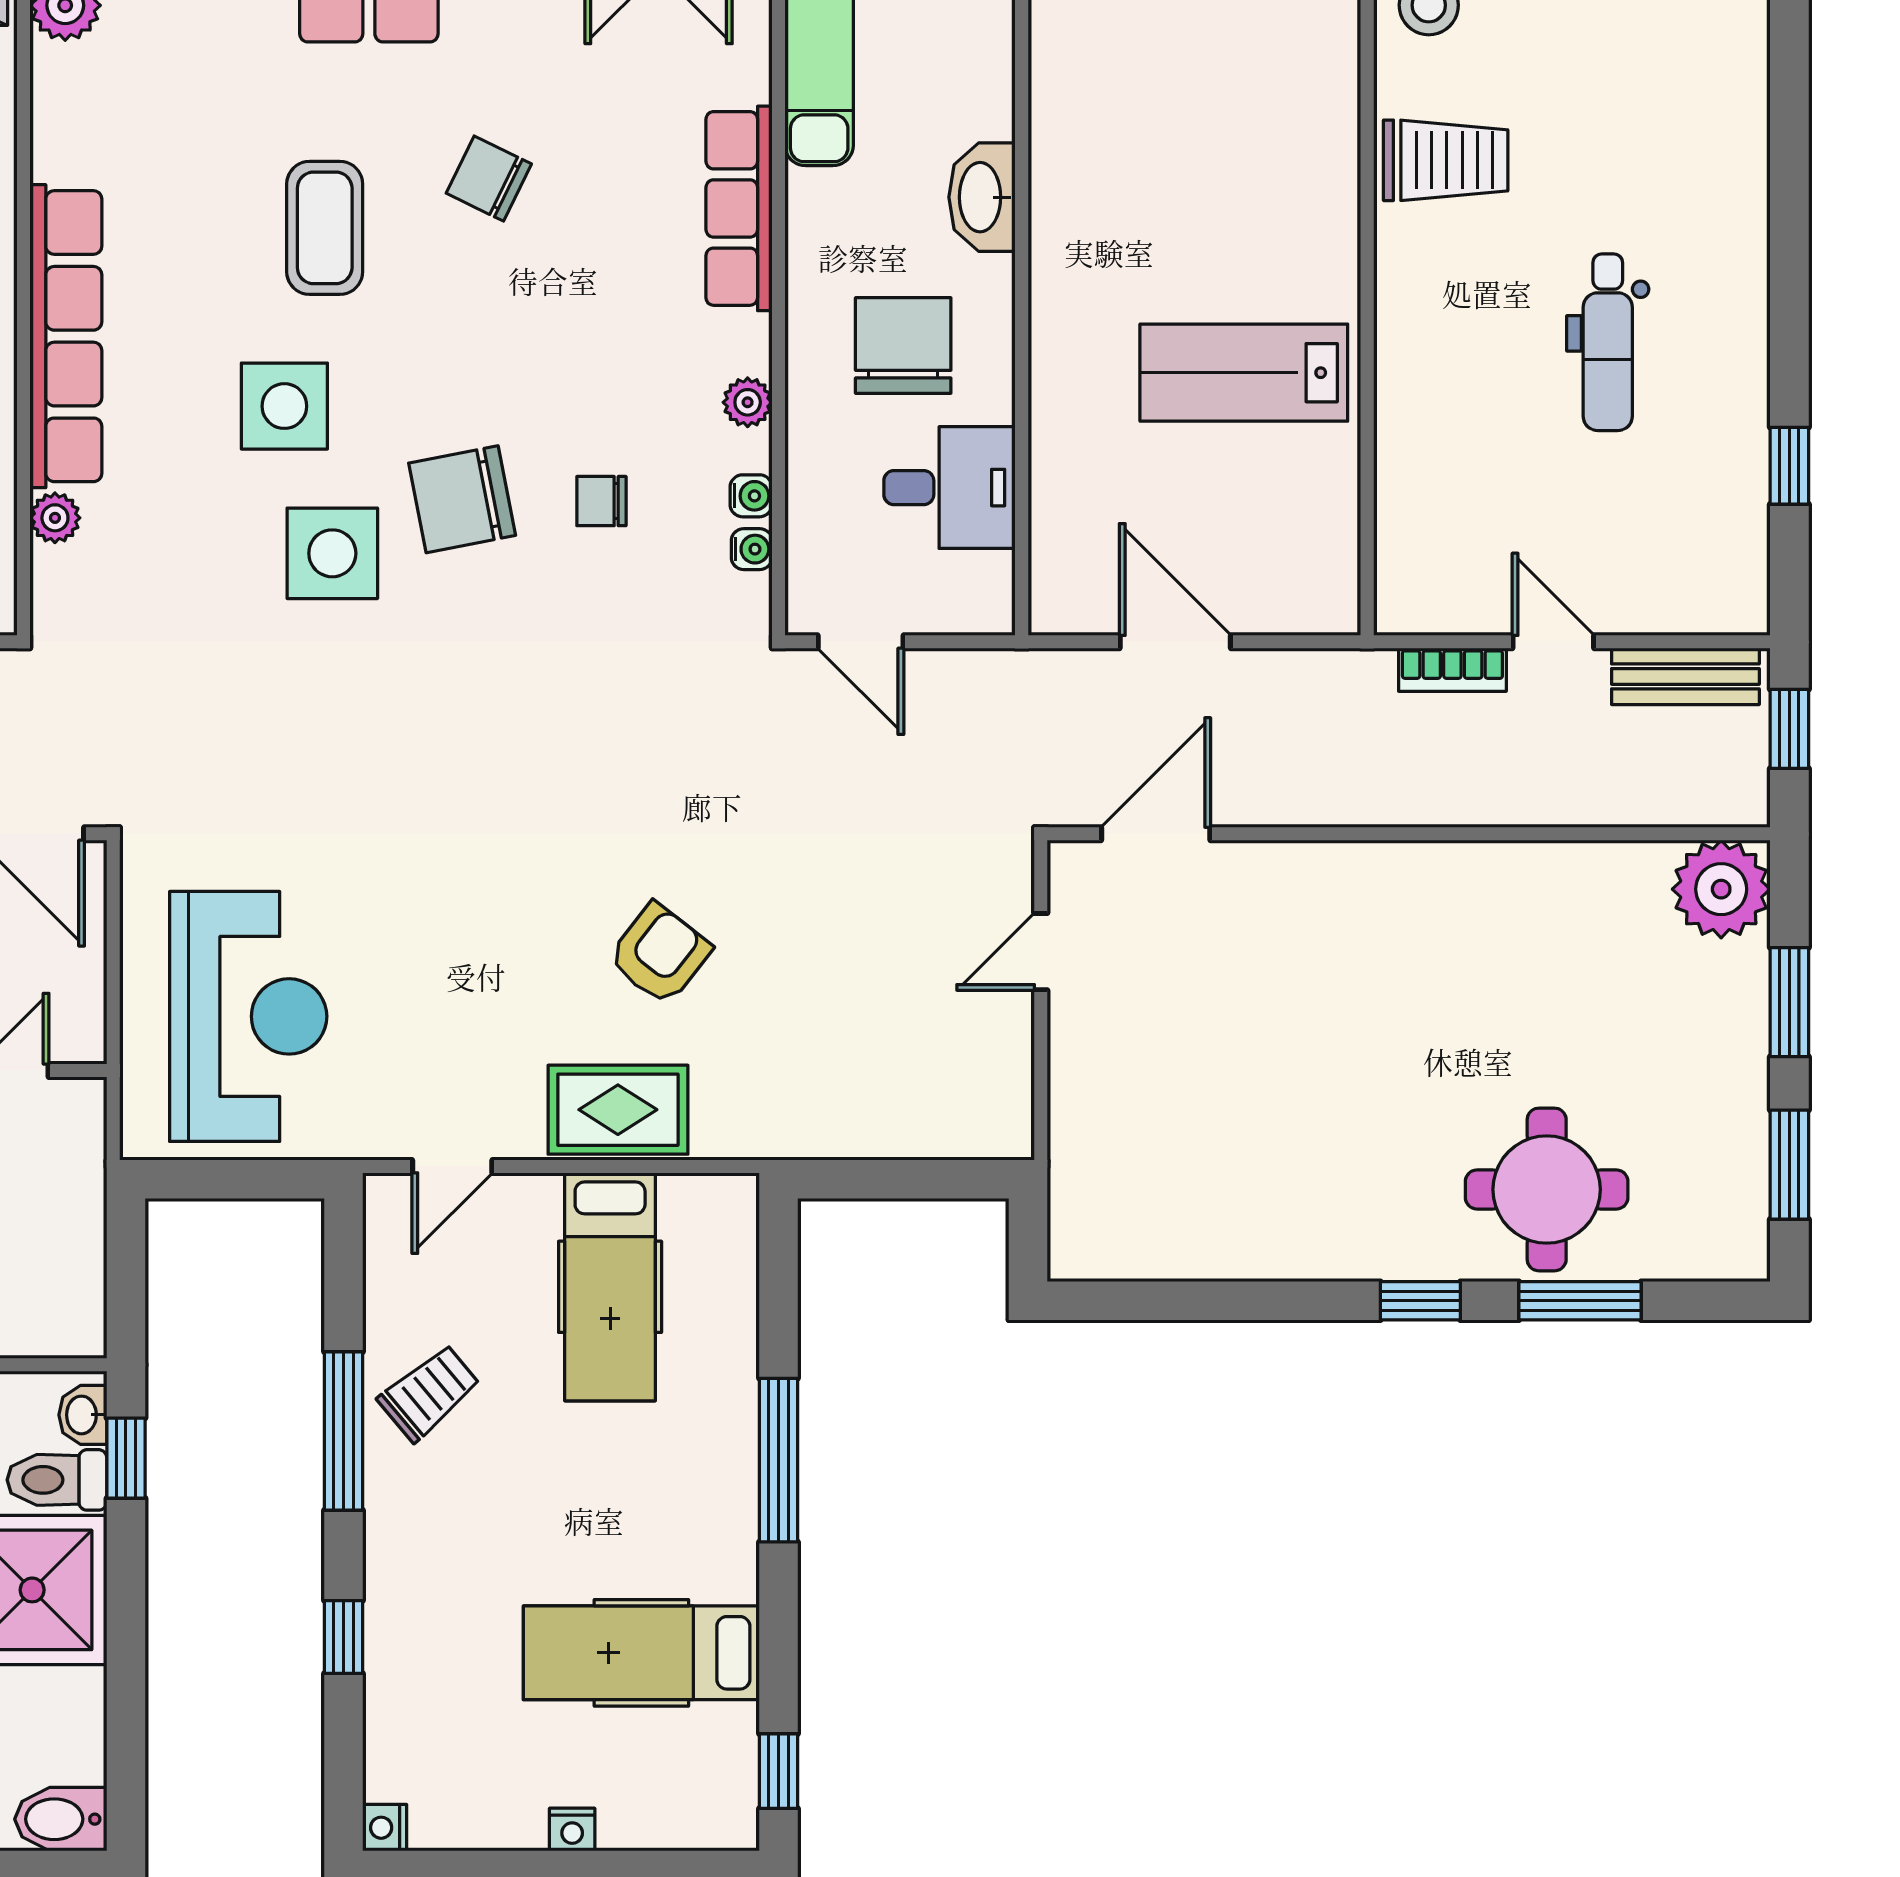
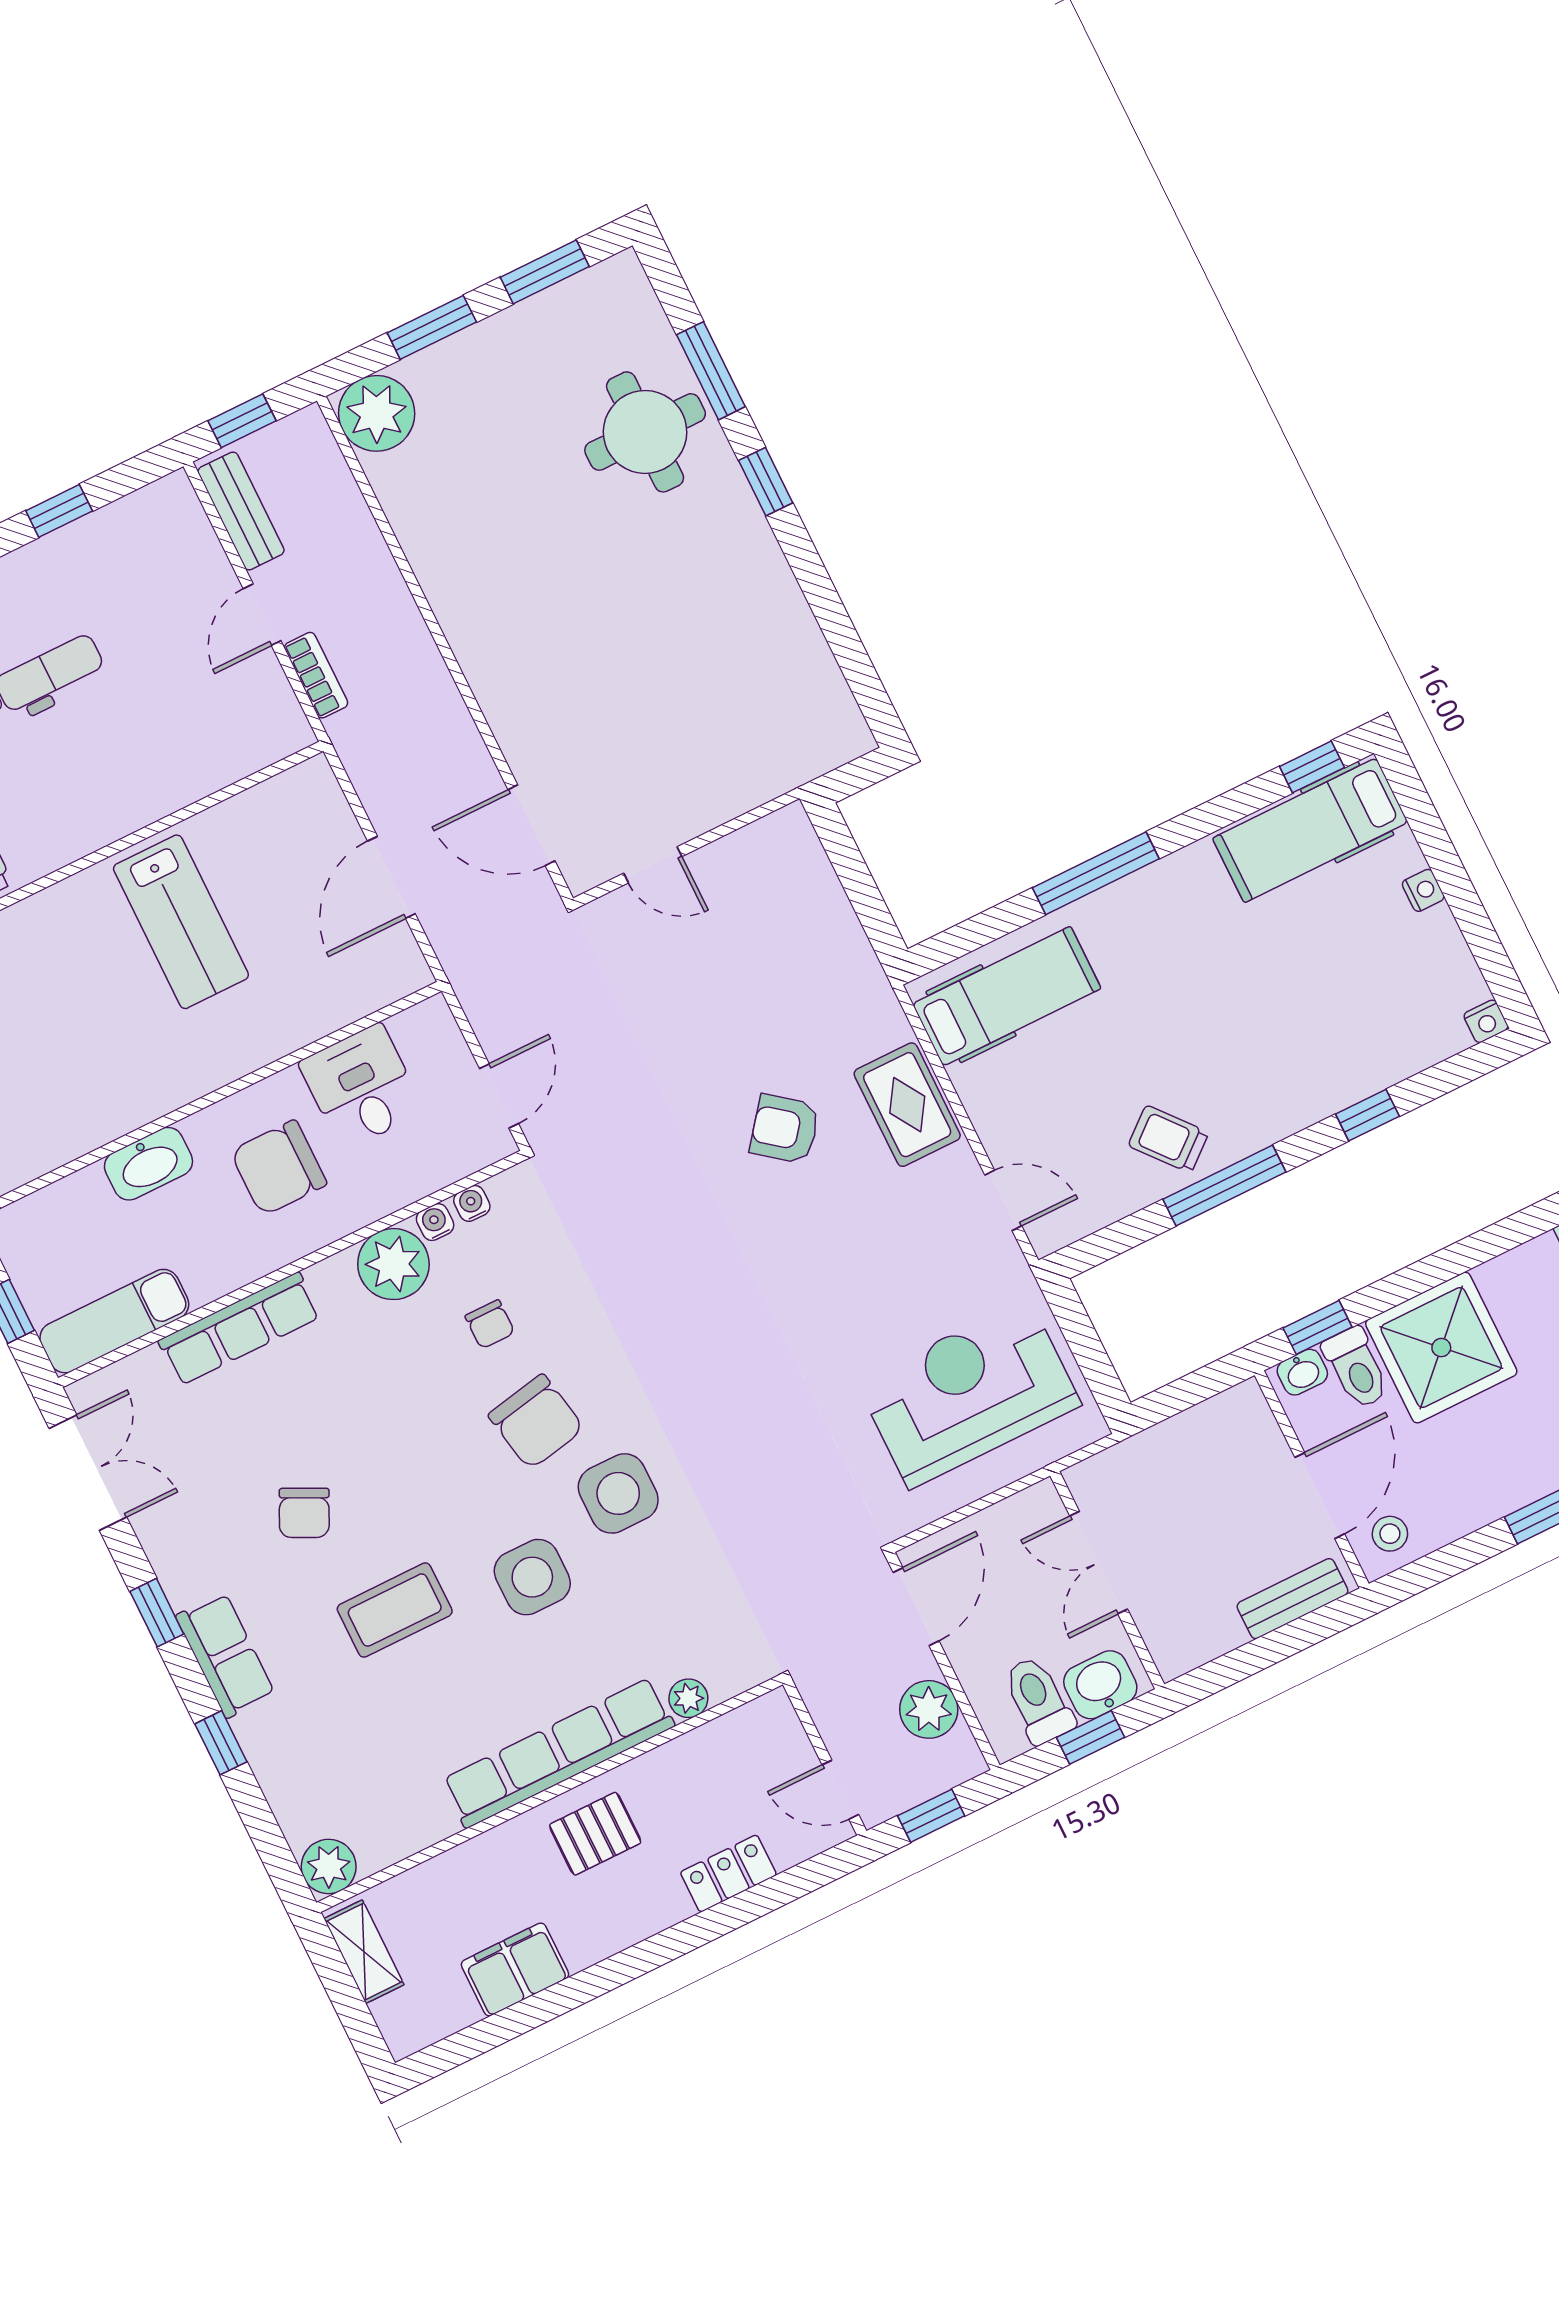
plant: (748, 402) -> (393, 1264), width x1.88, depth x1.88
hospital bed: (610, 1287) -> (1007, 996), moved
hospital bed: (641, 1653) -> (1310, 830), moved, turned 90

